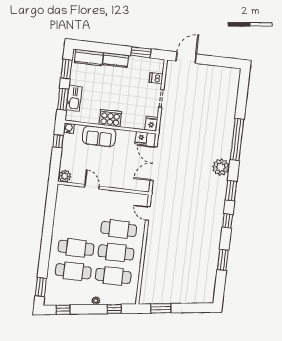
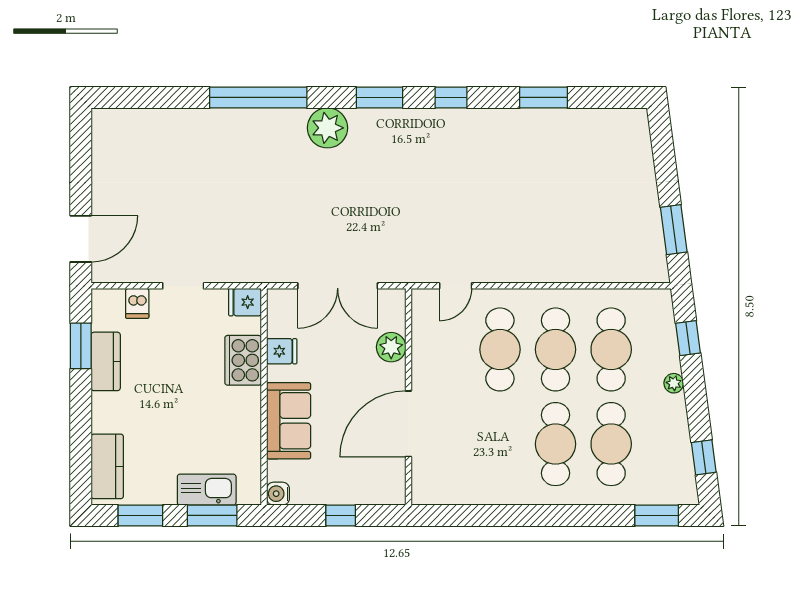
door: (186, 58) -> (81, 239), swing flipped
kitchen counter: (116, 60) -> (106, 361), moved
cooker: (110, 118) -> (243, 360), moved
fridge: (141, 138) -> (282, 351), moved
window: (58, 141) -> (341, 515), moved
plant: (65, 176) -> (391, 347), moved
door: (92, 187) -> (408, 424), width x1.88

